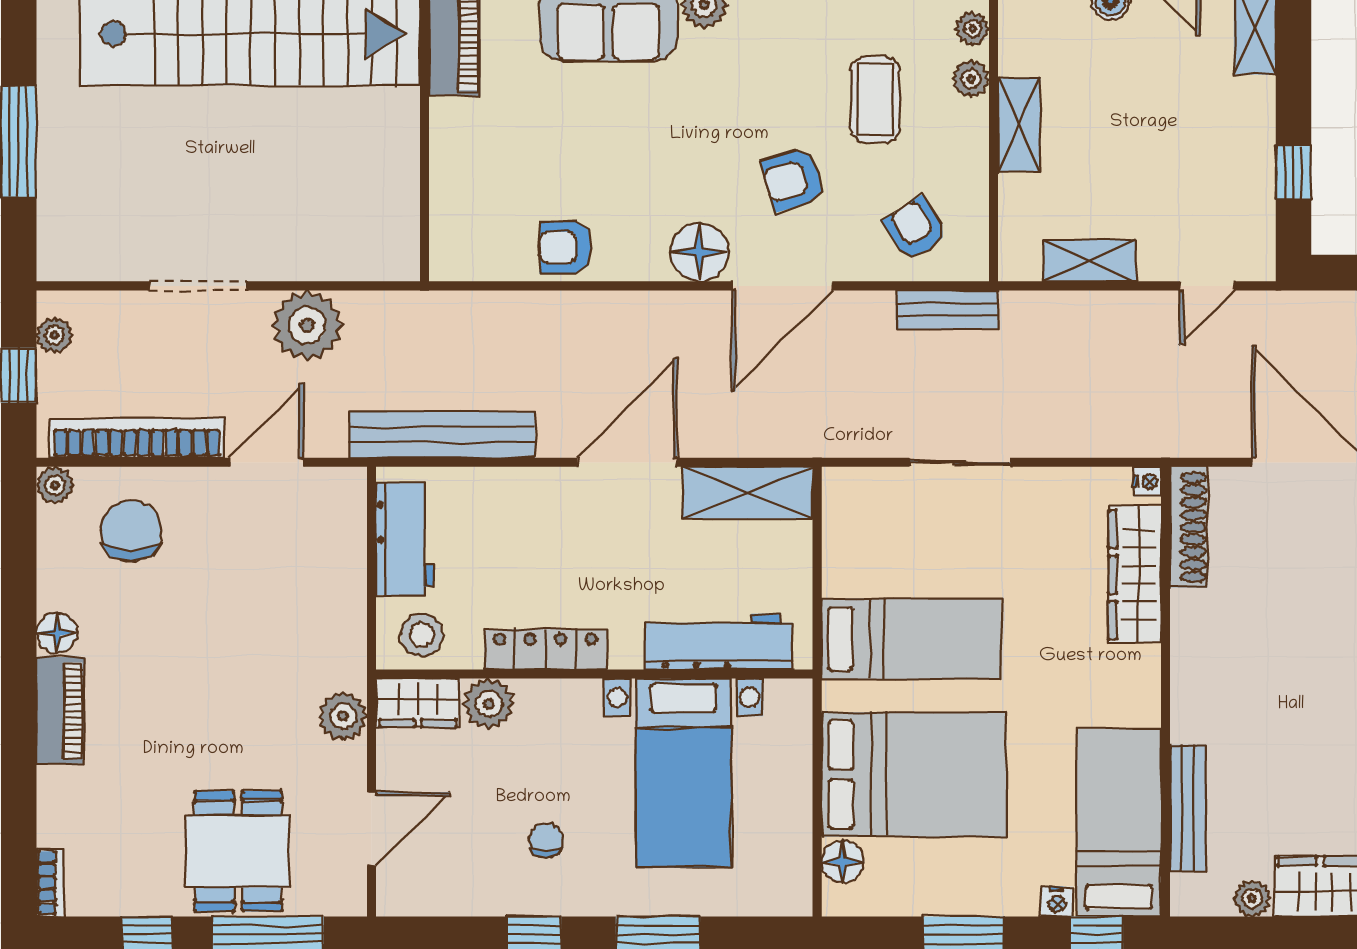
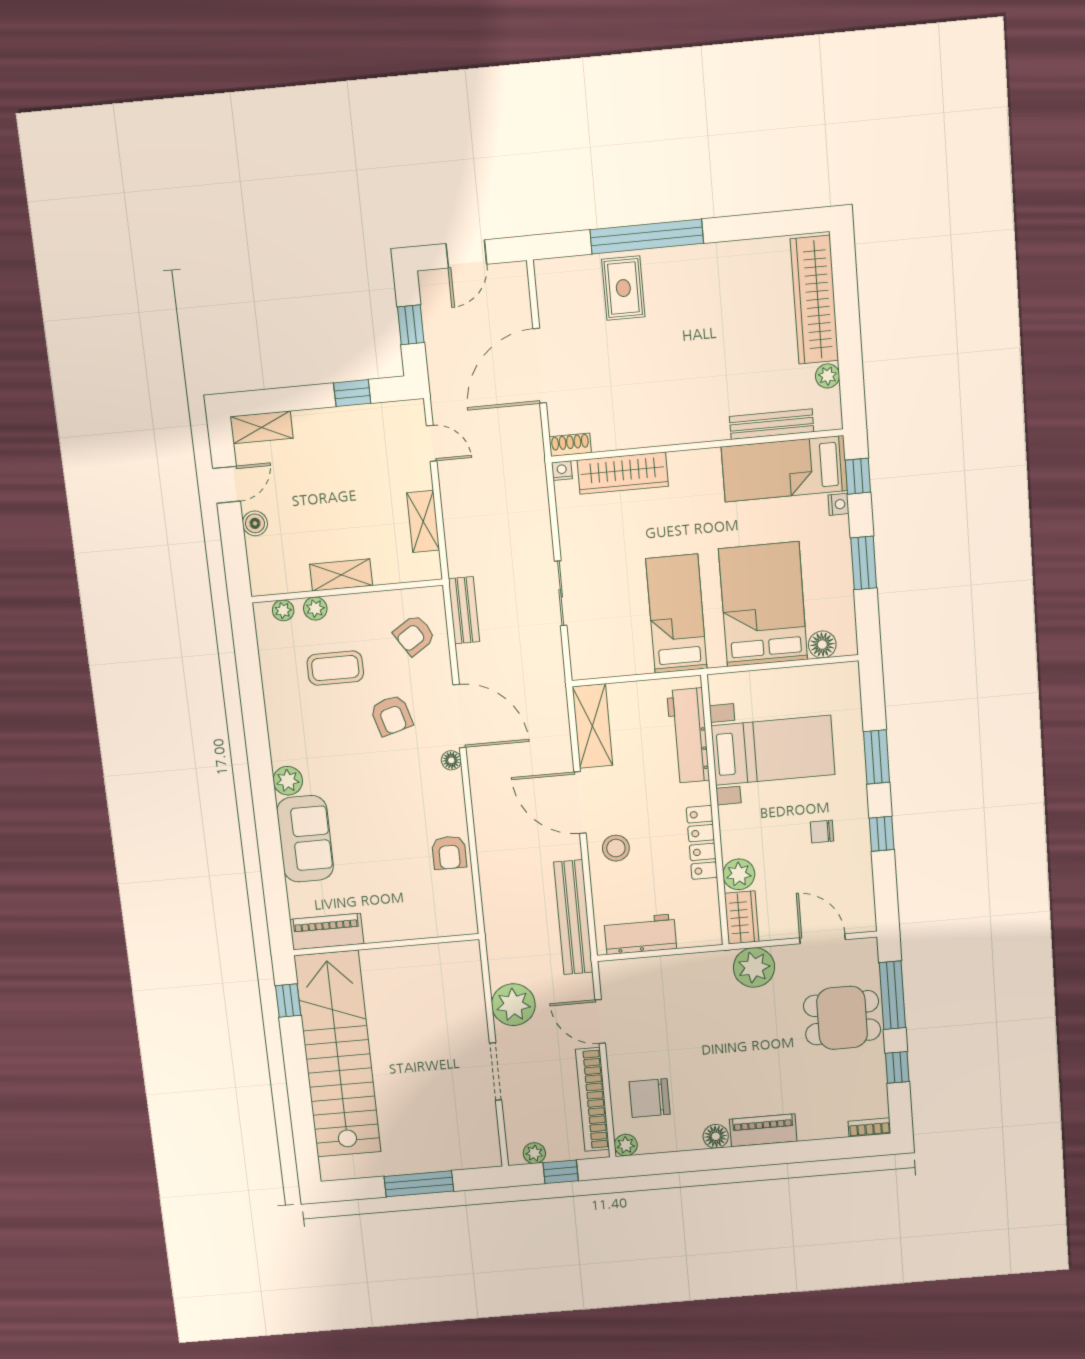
floor lamp: (699, 252) -> (451, 760), width x0.53, depth x0.53
shoe rack: (1189, 527) -> (570, 445), width x0.51, depth x0.81
stool: (422, 635) -> (616, 848), moved
plant: (343, 716) -> (754, 967), width x1.36, depth x1.36

